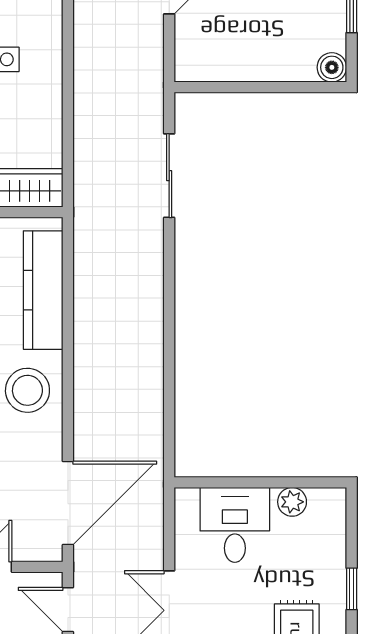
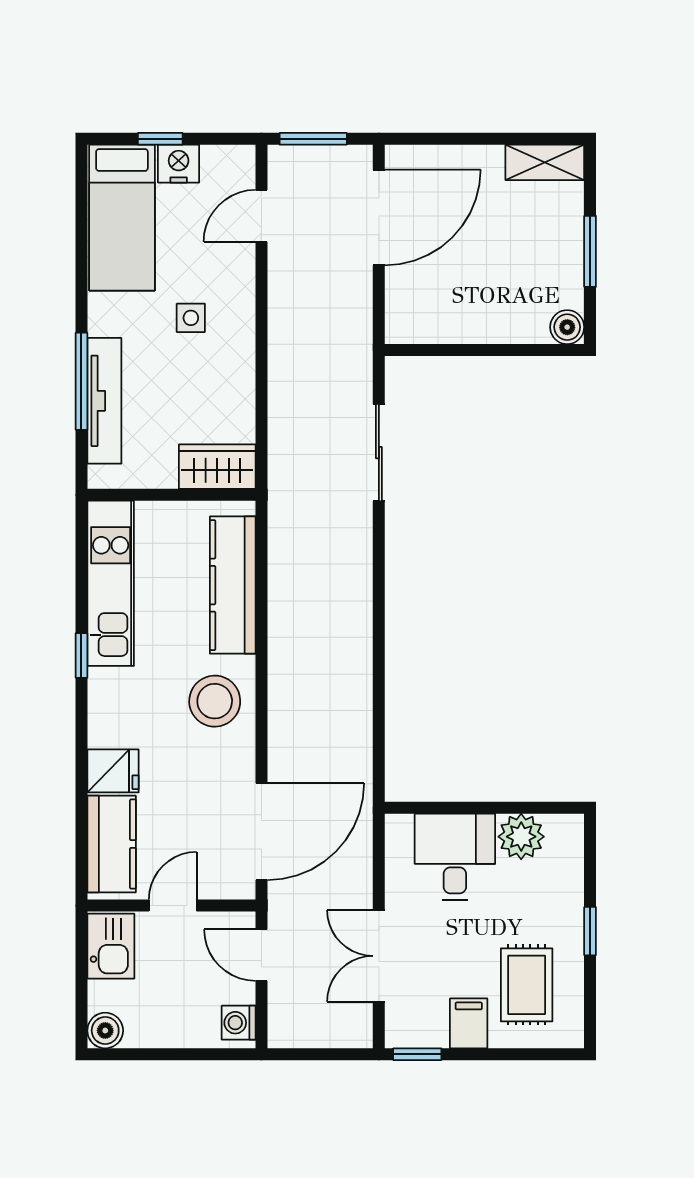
plant: (292, 502) -> (521, 837), width x1.38, depth x1.38

